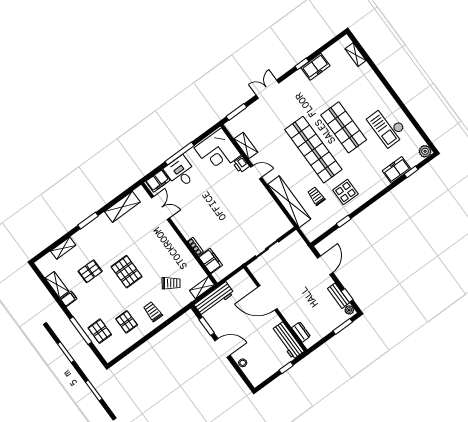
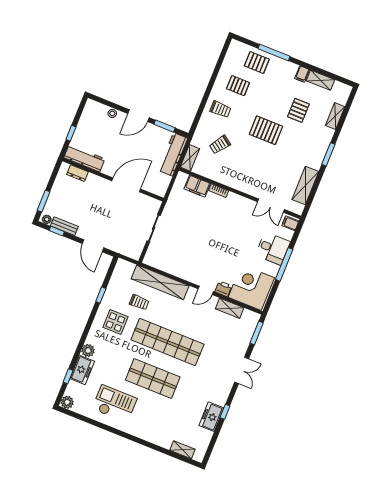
filing cabinet: (158, 181) -> (290, 223), width x0.50
plant: (382, 183) -> (88, 351), added

